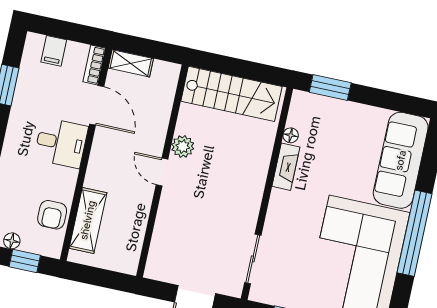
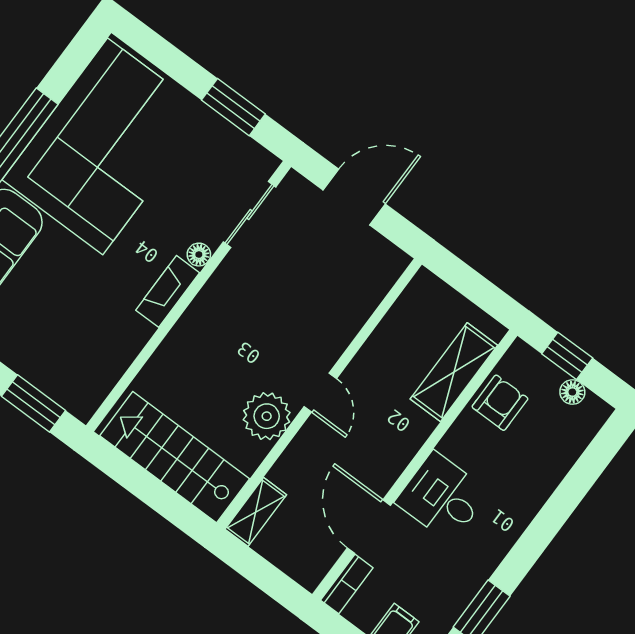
shelving: (131, 63) -> (256, 512), moved, turned 90
floor lamp: (291, 135) -> (199, 255), moved
plant: (183, 146) -> (267, 416), width x1.36, depth x1.36
fireplace: (286, 167) -> (168, 291), moved

